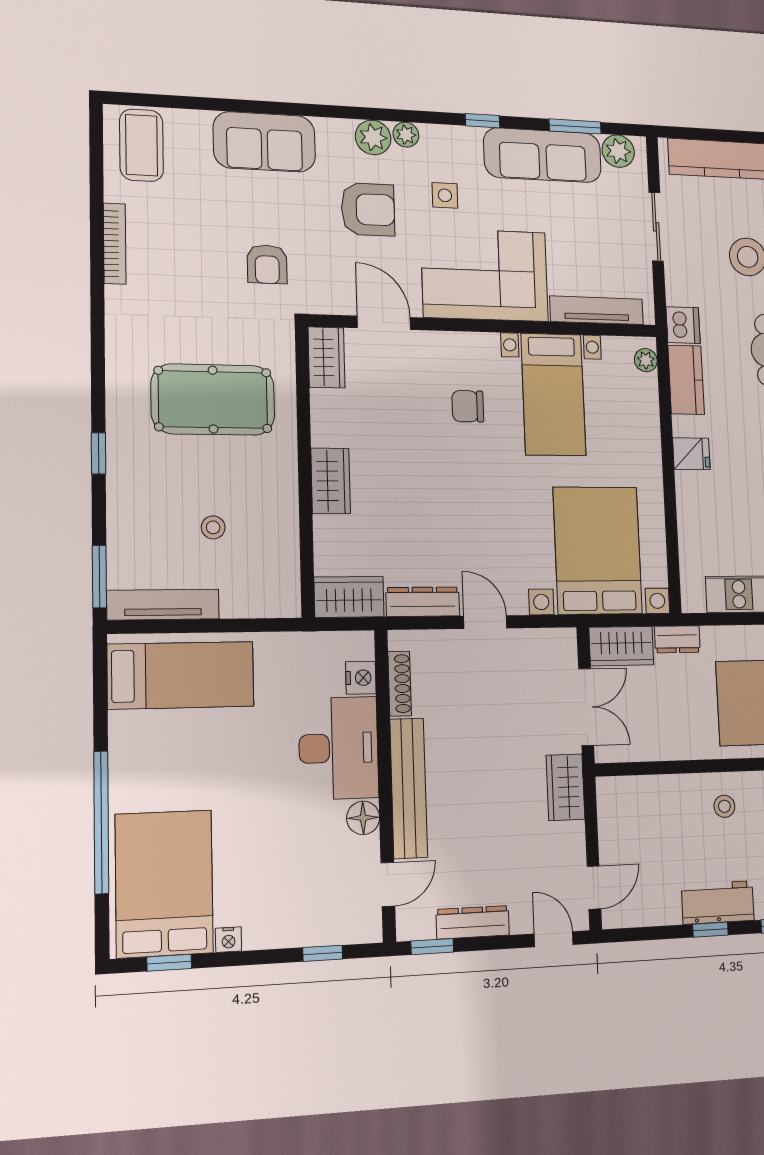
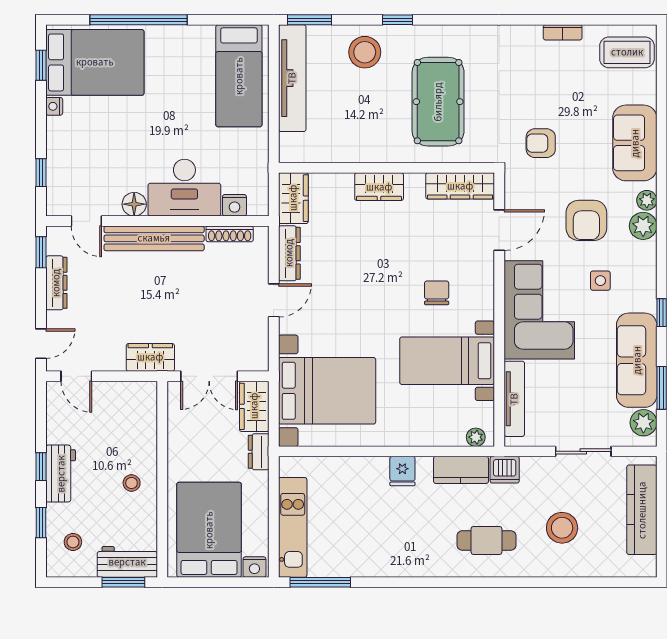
plant: (406, 135) -> (647, 200), moved
bookcase: (115, 244) -> (563, 32), width x0.64
wardrobe: (326, 357) -> (460, 186), width x1.50
stool: (213, 527) -> (365, 52), moved, width x1.89, depth x1.89
tv unit: (163, 605) -> (292, 78), width x1.36, depth x1.29

